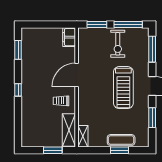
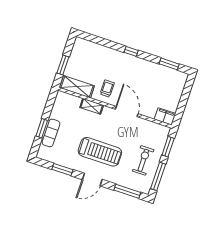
exercise bike: (118, 44) -> (143, 160), turned 90
treadmill: (123, 88) -> (100, 152), turned 180
shelving: (83, 136) -> (92, 106), moved

